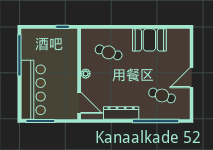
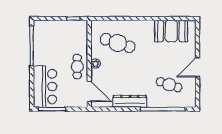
booth: (149, 40) -> (171, 31), moved
cafe table: (109, 52) -> (118, 43), width x1.37, depth x1.35
cafe table: (67, 77) -> (77, 67), added
bar counter: (33, 90) -> (45, 87), width x0.73

